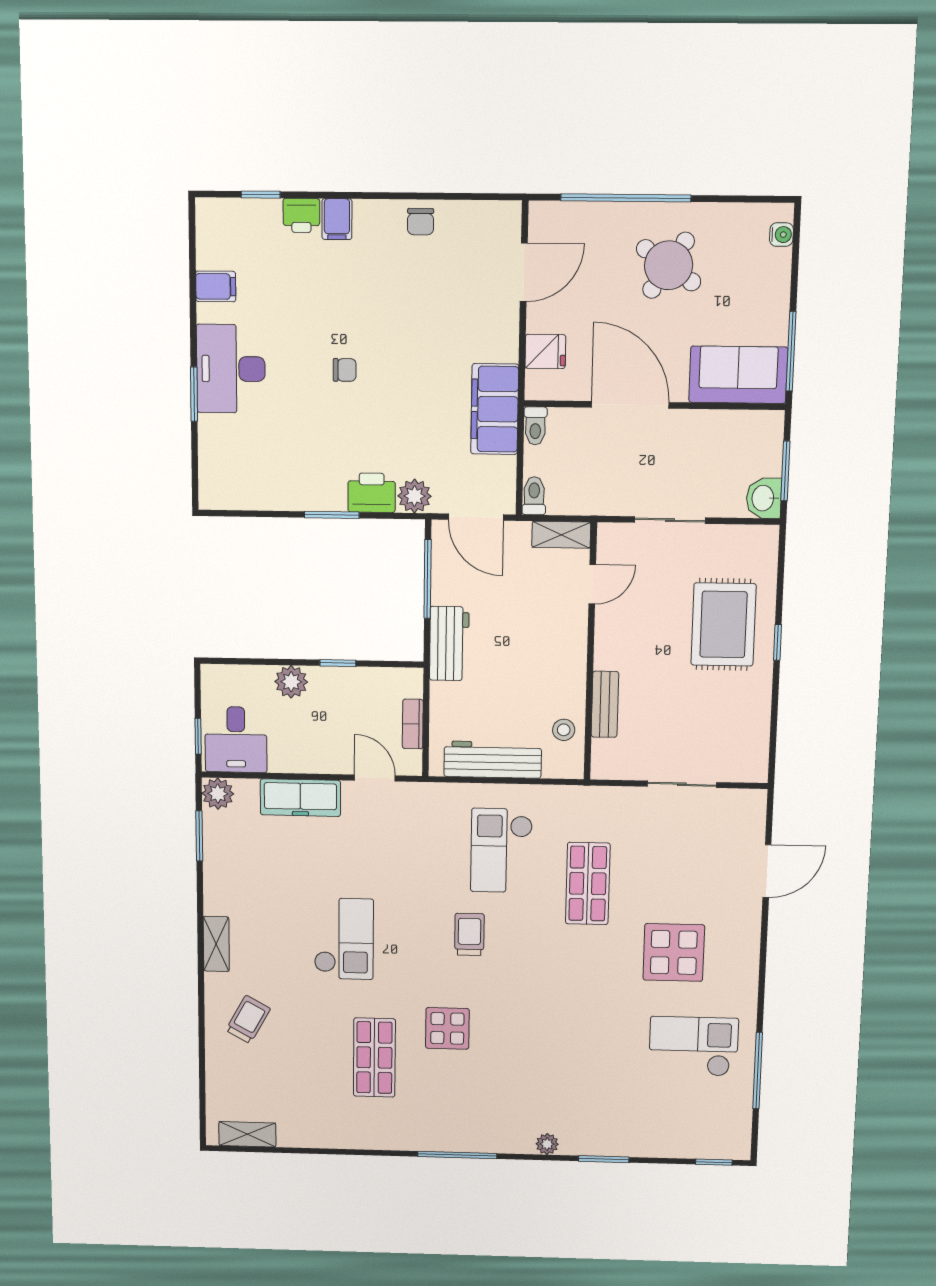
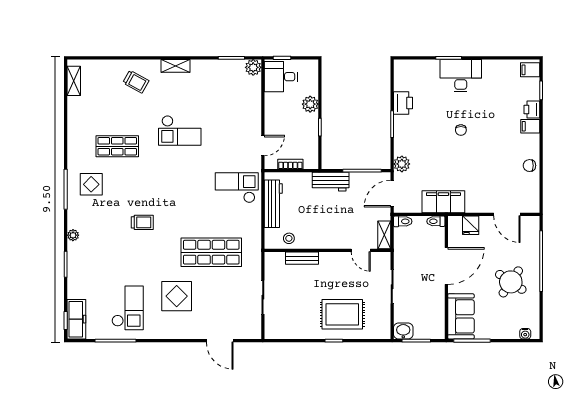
filing cabinet: (216, 286) -> (530, 70), moved, turned 90
printer: (372, 493) -> (403, 103), moved
freezer: (300, 798) -> (76, 319), moved, turned 180
checkout: (501, 851) -> (237, 188), moved
shop shelf: (588, 884) -> (211, 252), width x1.43, depth x1.36
trolley: (469, 934) -> (142, 222), moved
display table: (447, 1028) -> (91, 184), moved

